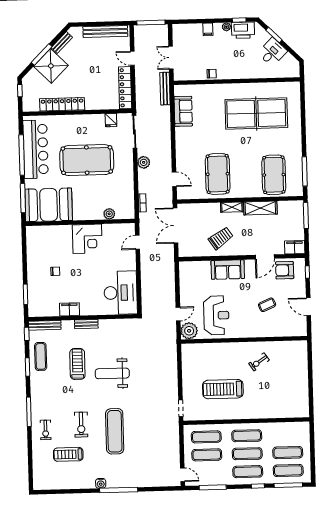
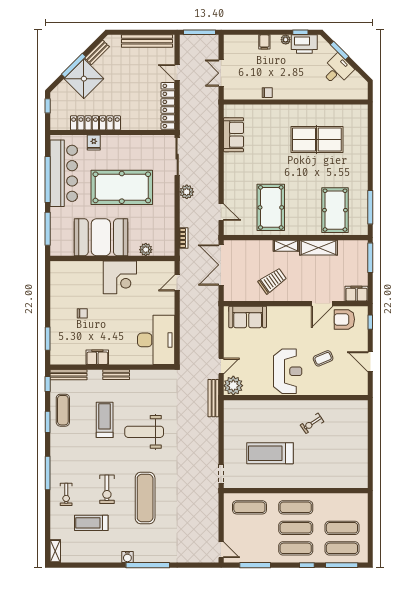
bench: (165, 89) -> (213, 398), moved
table tennis table: (256, 113) -> (317, 140), width x0.73, depth x0.76
fridge: (111, 120) -> (94, 143), moved
booth: (49, 205) -> (101, 237), moved
sofa: (228, 270) -> (248, 317), moved
reception desk: (216, 315) -> (288, 371), moved
exercise mat: (207, 455) -> (249, 528), removed
shelving: (37, 480) -> (55, 551), added

